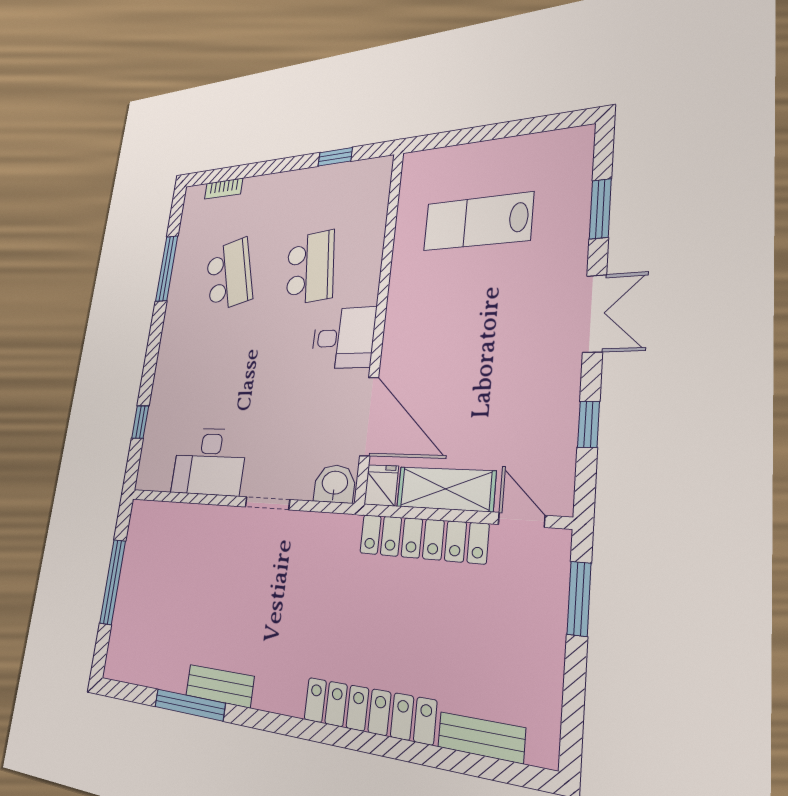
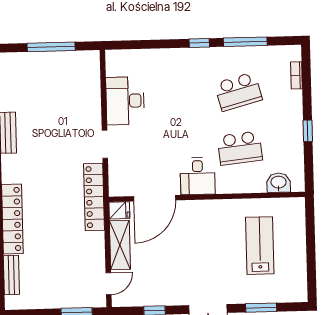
window: (335, 157) -> (308, 131), moved
window: (140, 422) -> (199, 43), moved
washbasin: (335, 484) -> (279, 183), moved, turned -90
locker: (423, 539) -> (94, 197), moved

